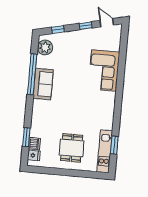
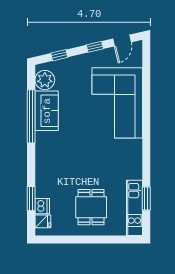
door: (107, 23) -> (122, 40), swing flipped
corner sofa: (104, 70) -> (117, 103), width x1.36, depth x1.36
sofa: (43, 84) -> (47, 111), moved

